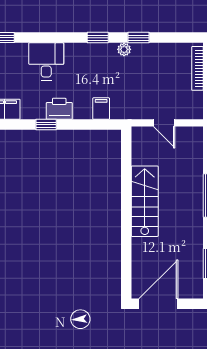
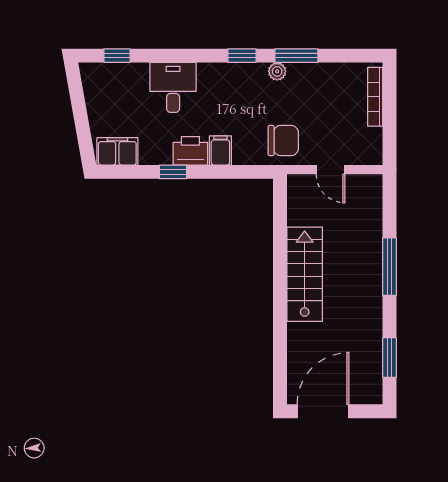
window: (138, 38) -> (296, 56), width x1.50
chair: (129, 101) -> (283, 141), added
filing cabinet: (101, 109) -> (220, 150), moved

